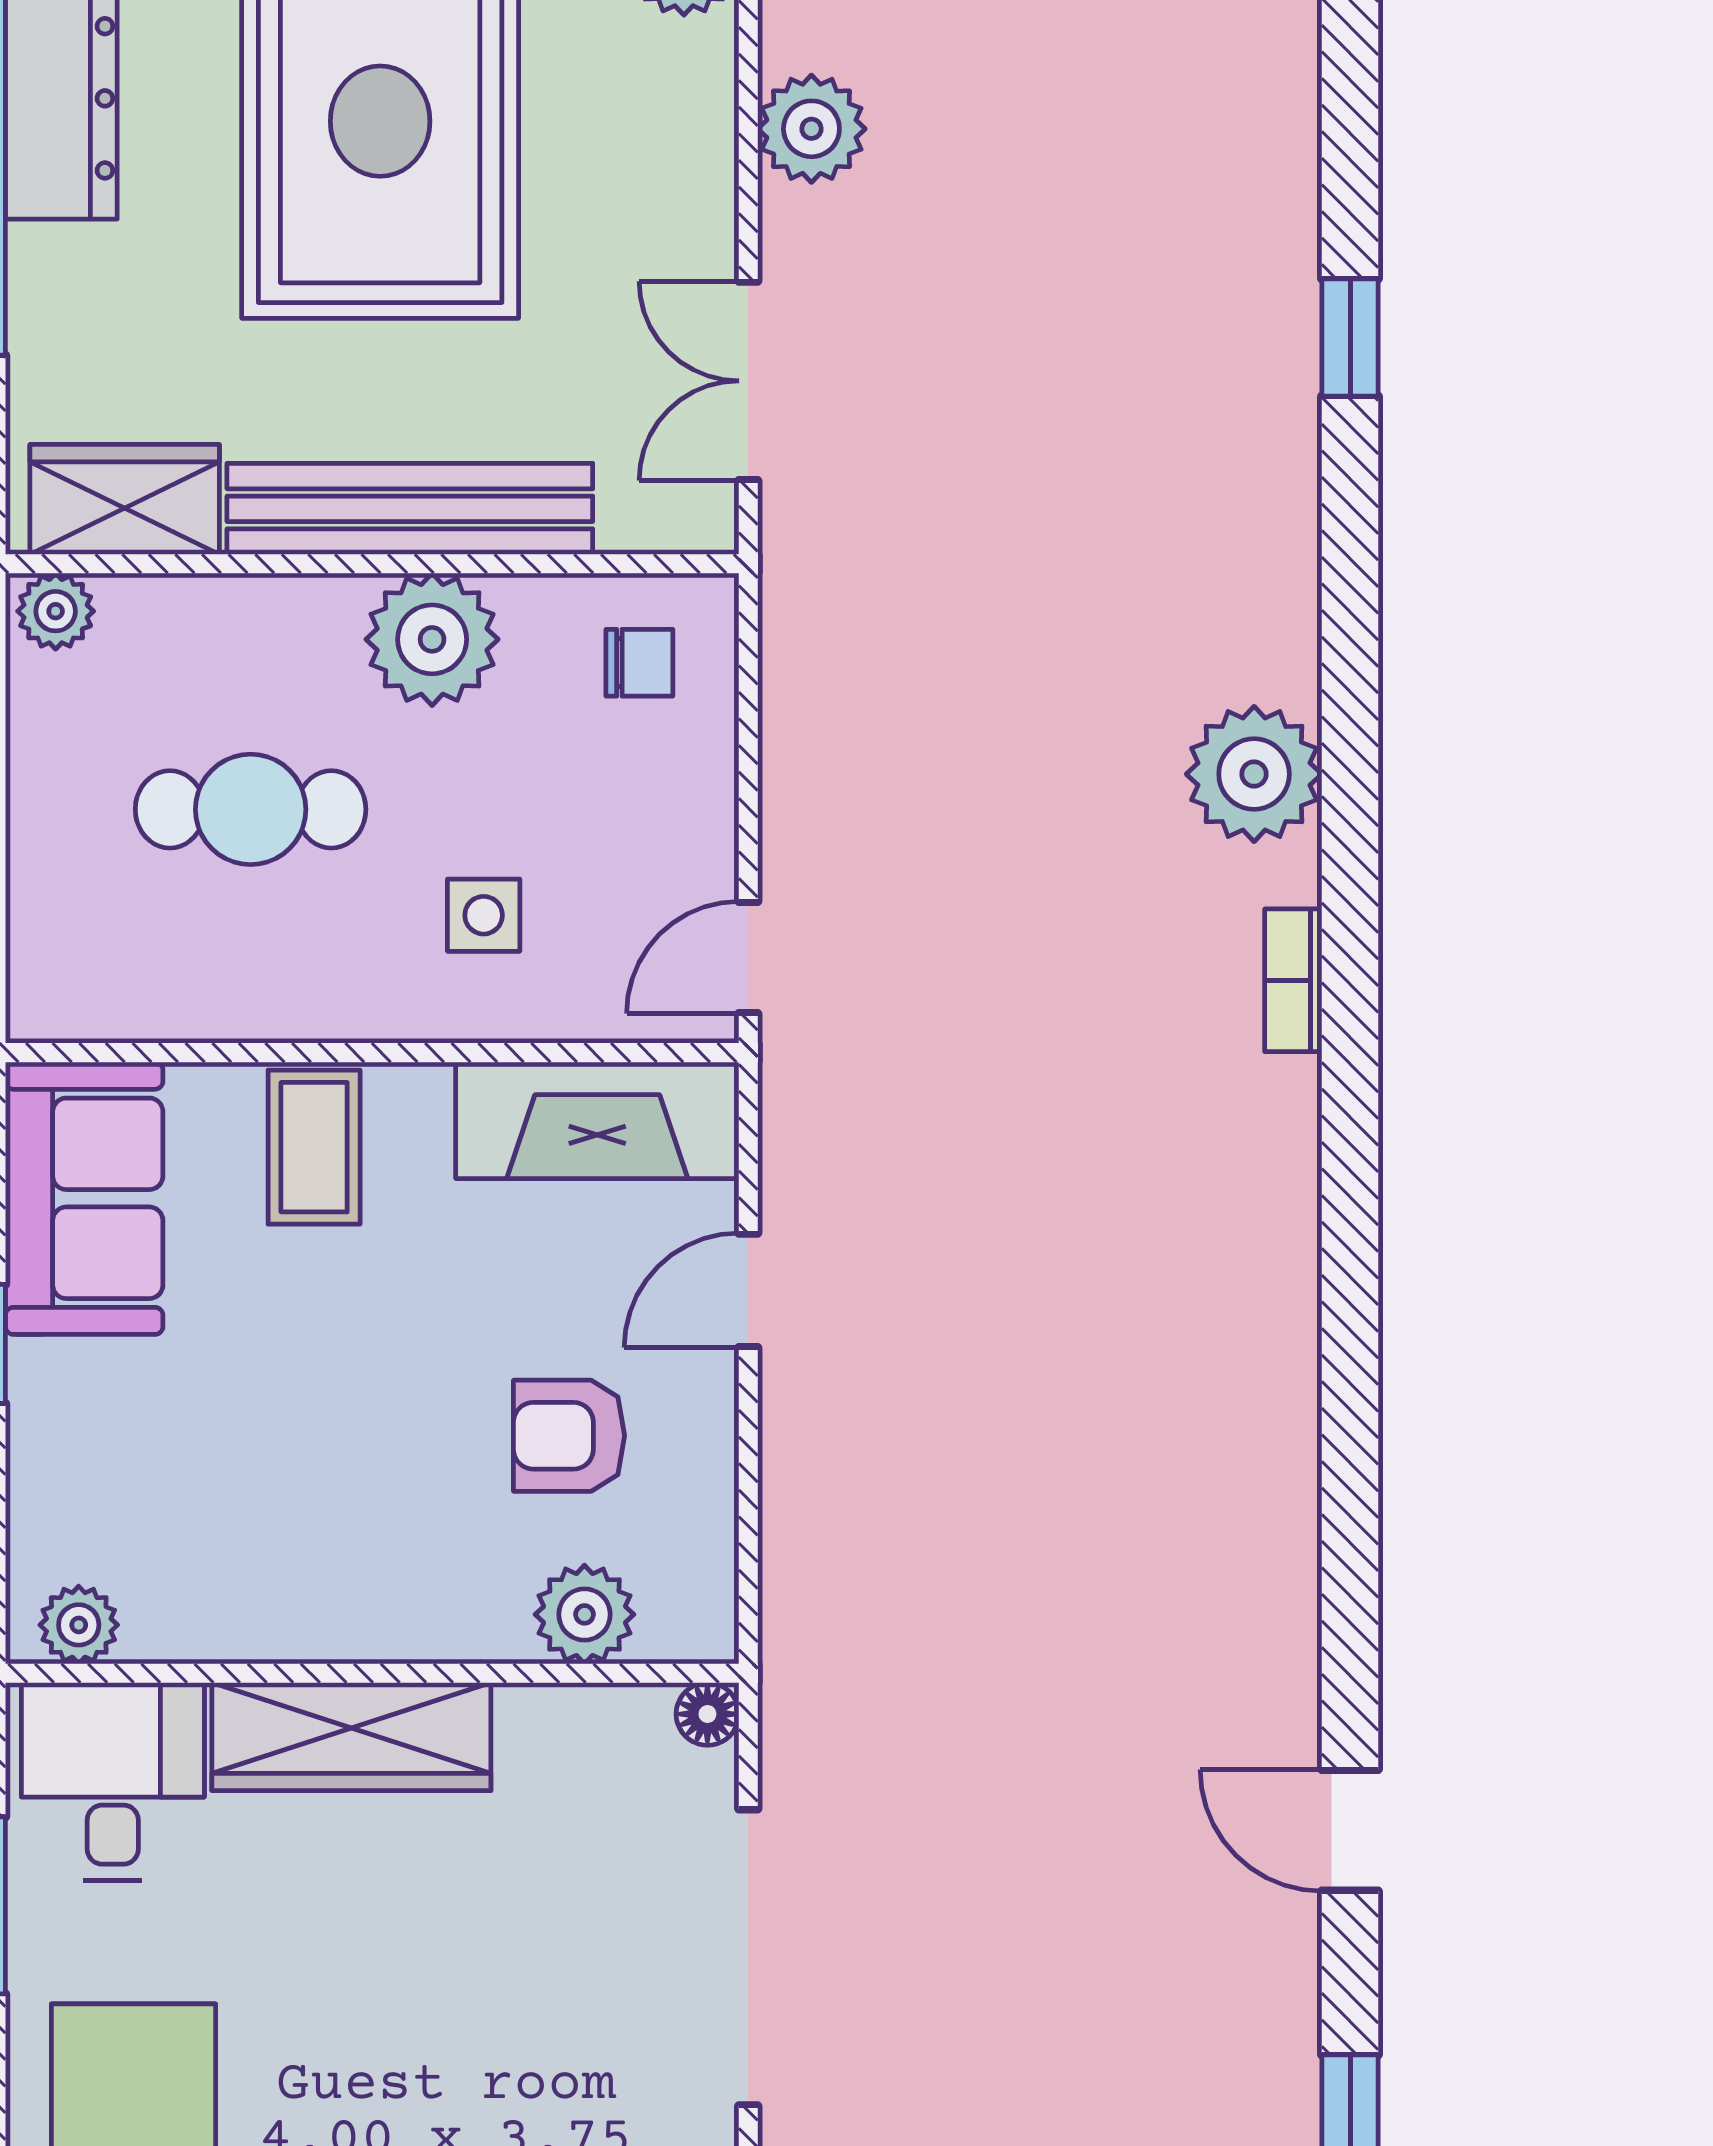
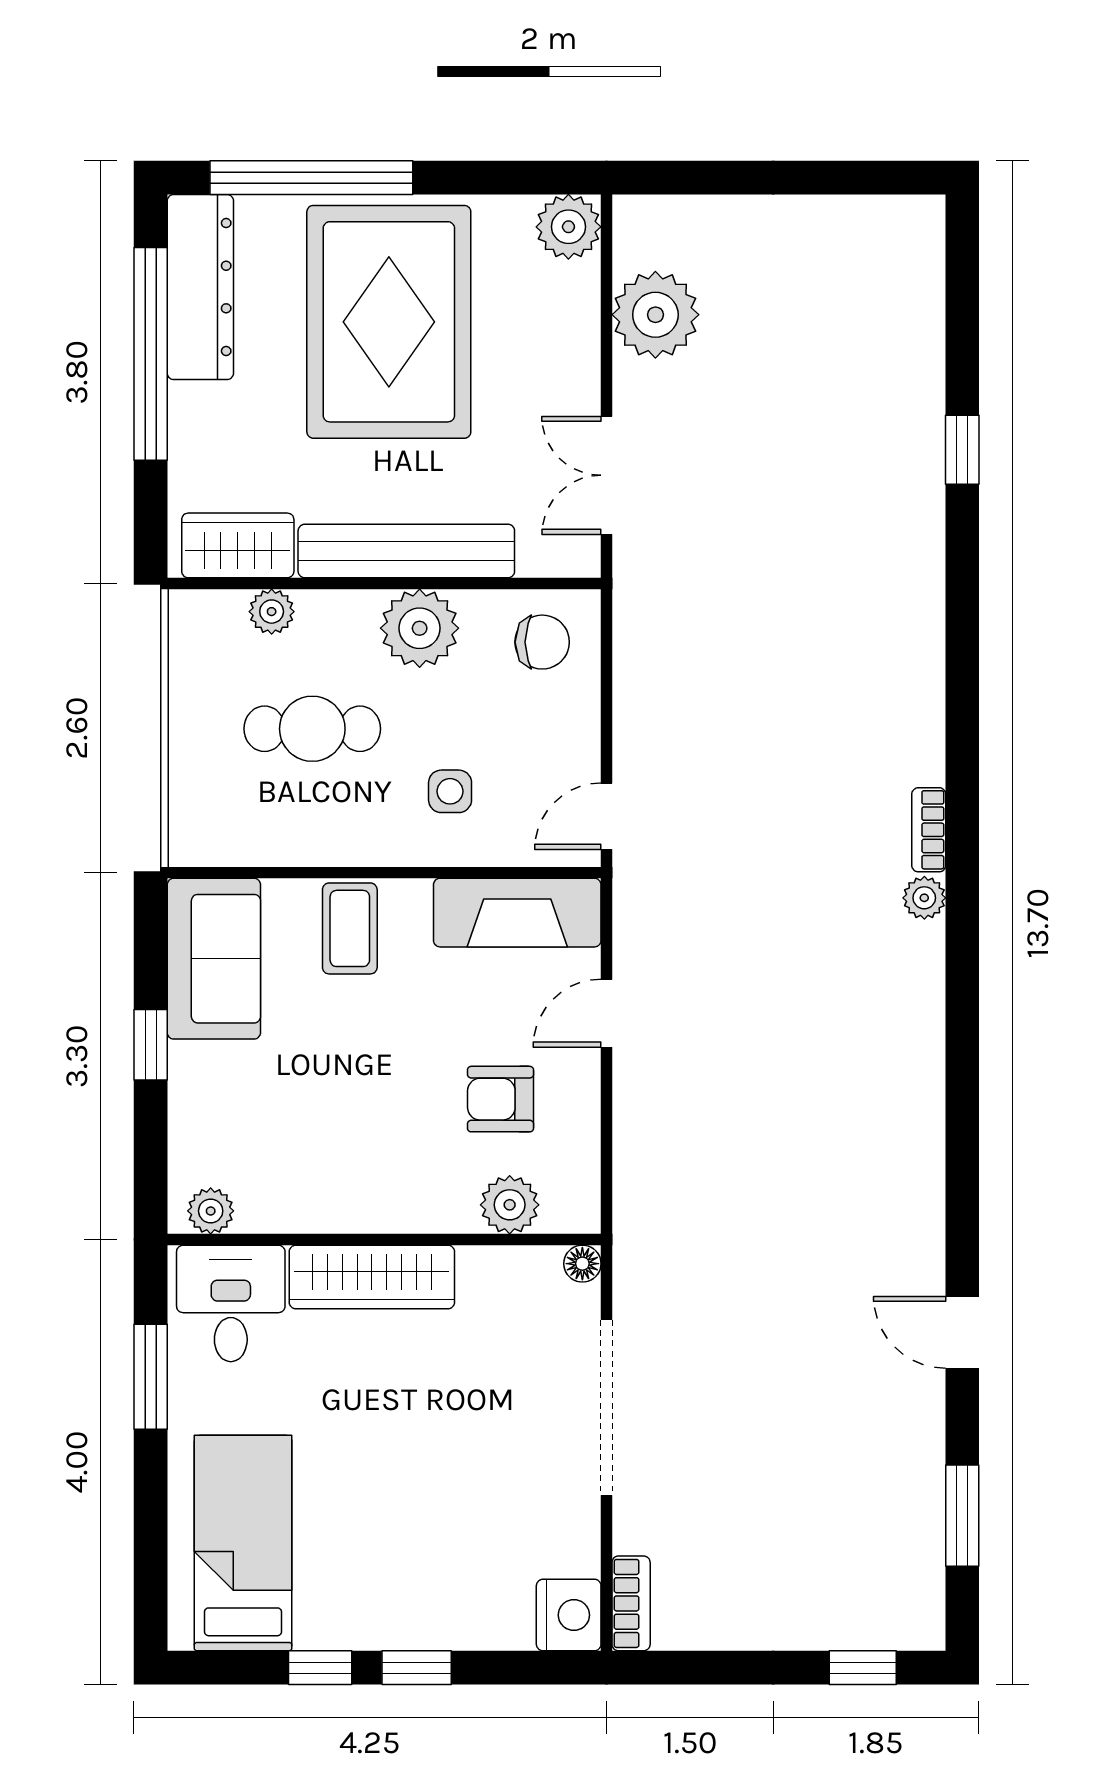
plant: (811, 129) -> (655, 315), width x1.36, depth x1.36
plant: (56, 611) -> (272, 612), moved
chair: (639, 663) -> (542, 642), width x1.37, depth x1.37
plant: (1254, 774) -> (924, 898), moved, width x0.53, depth x0.53

